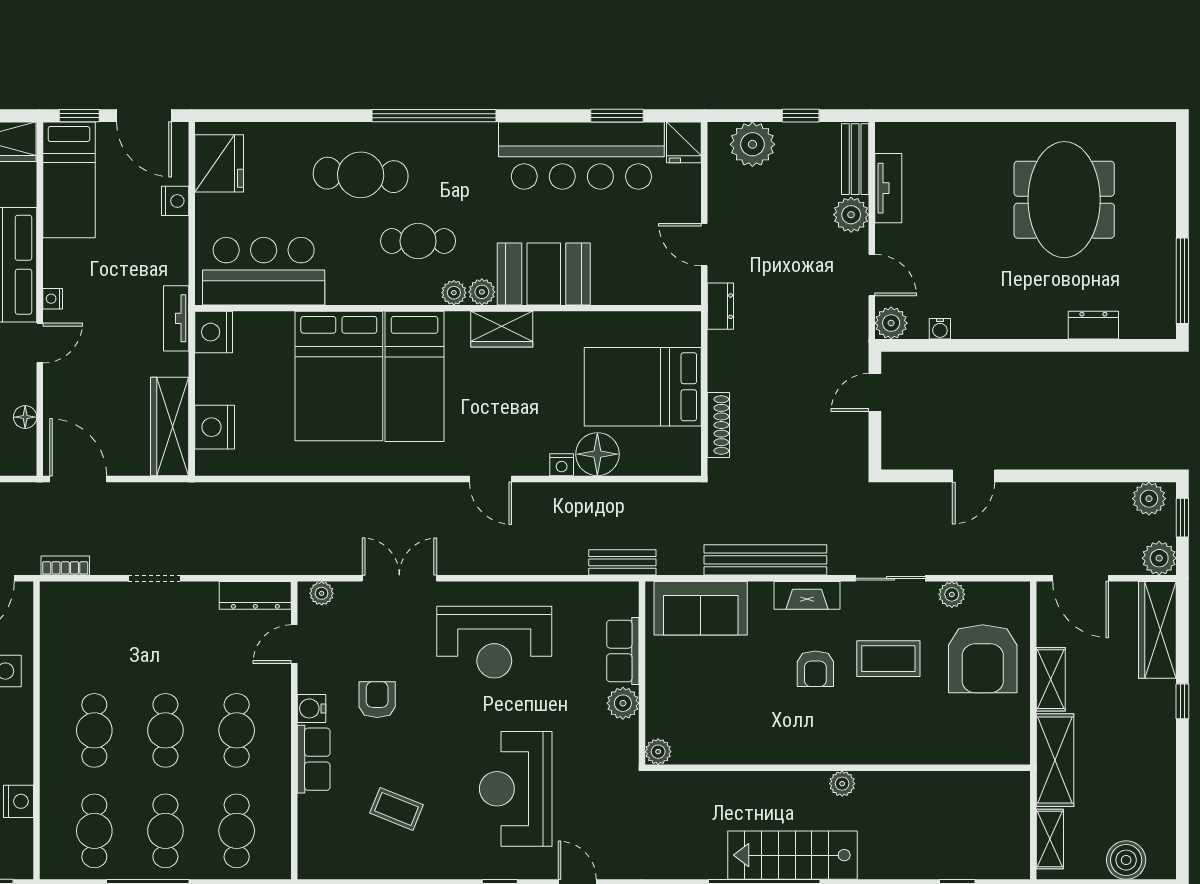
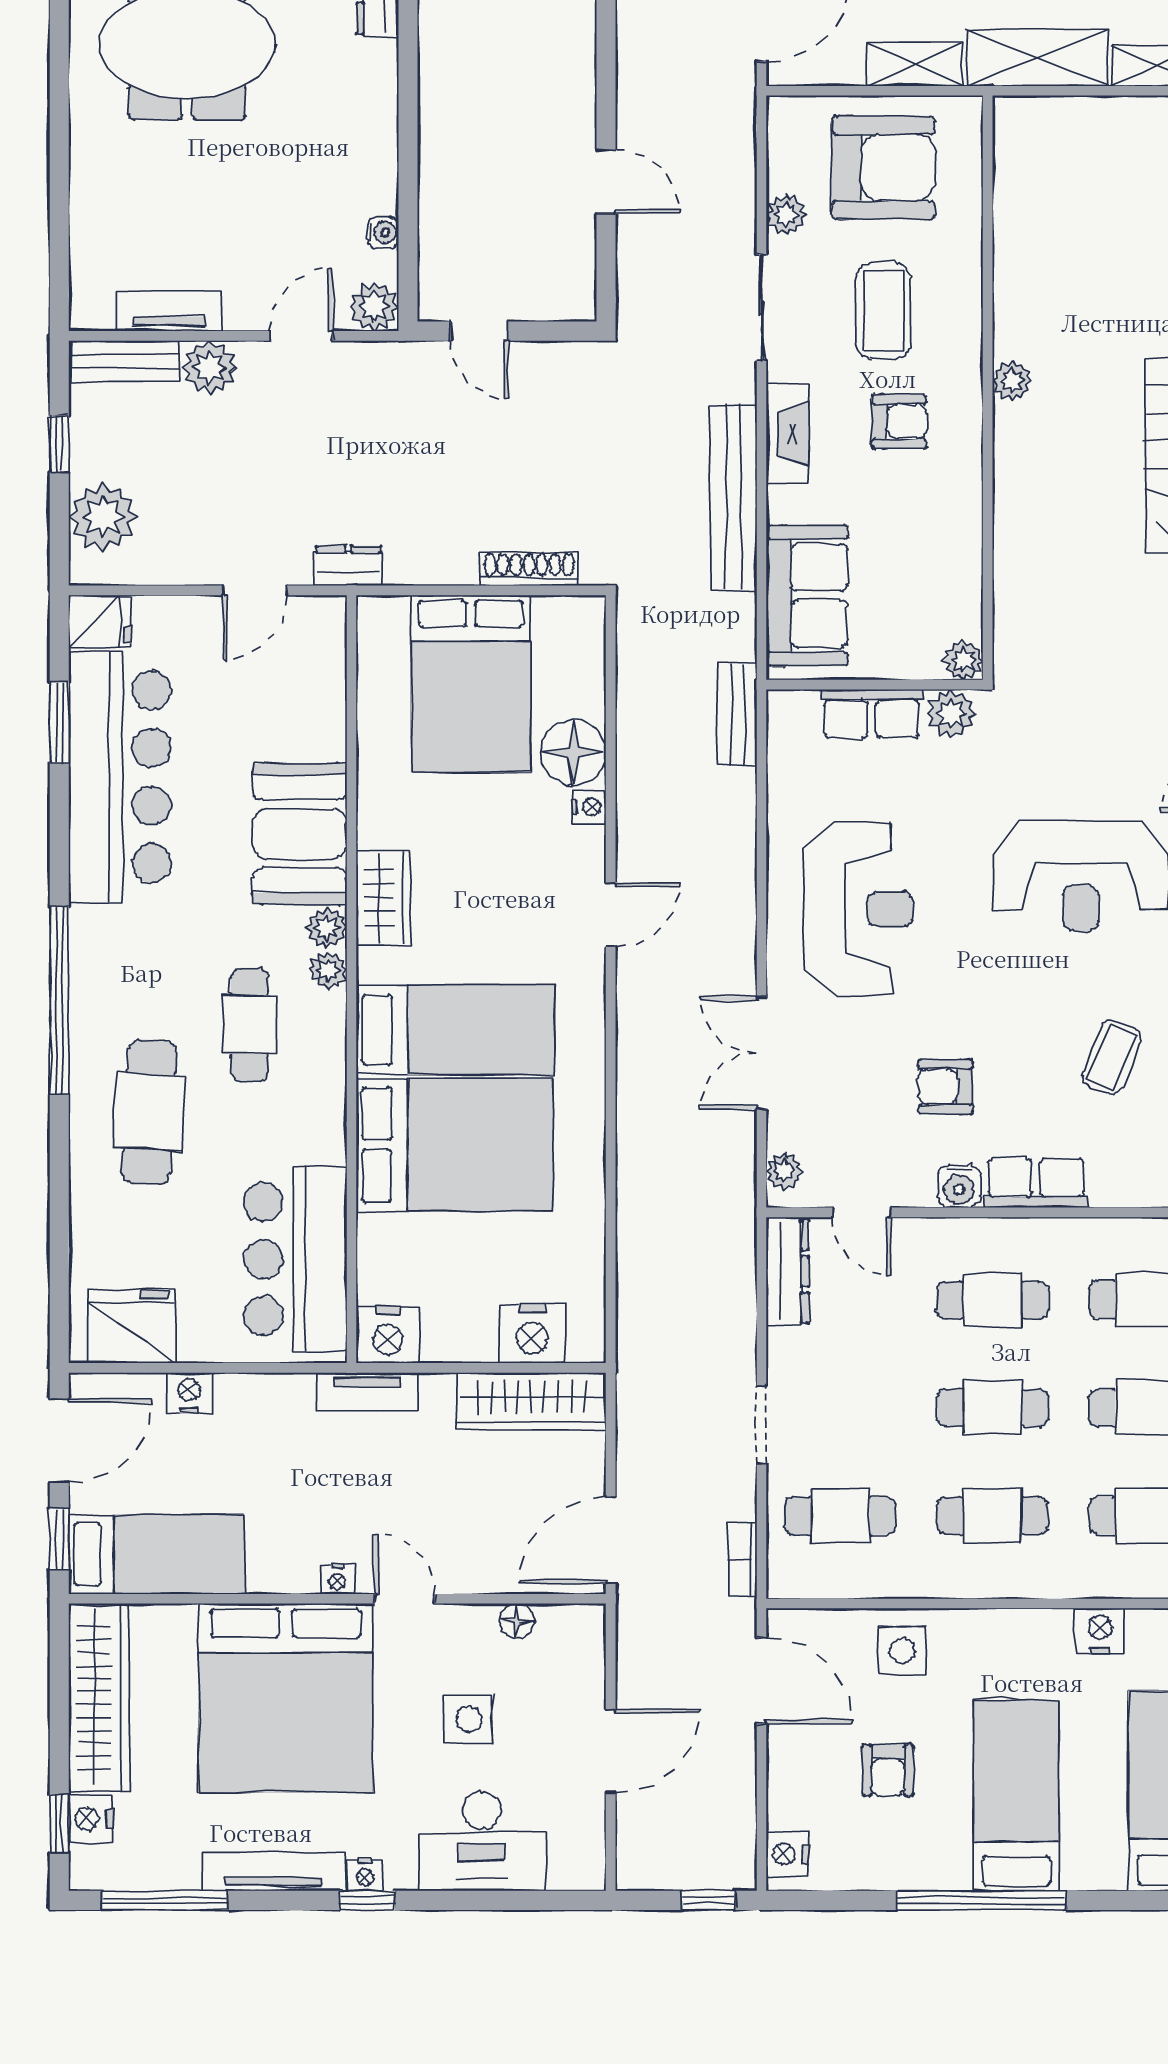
cafe table: (94, 630) -> (840, 1516), added
plant: (658, 752) -> (963, 660), moved
wall: (838, 768) -> (988, 388), moved
plant: (842, 784) -> (1012, 381), moved

